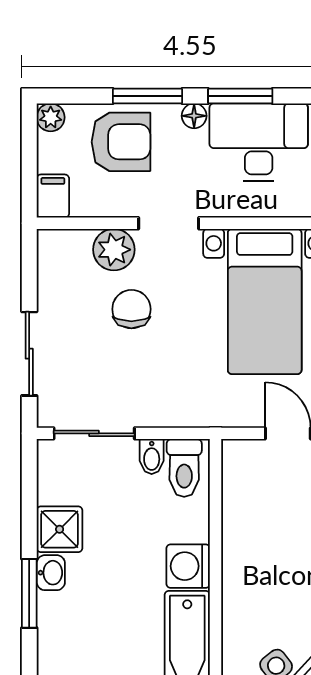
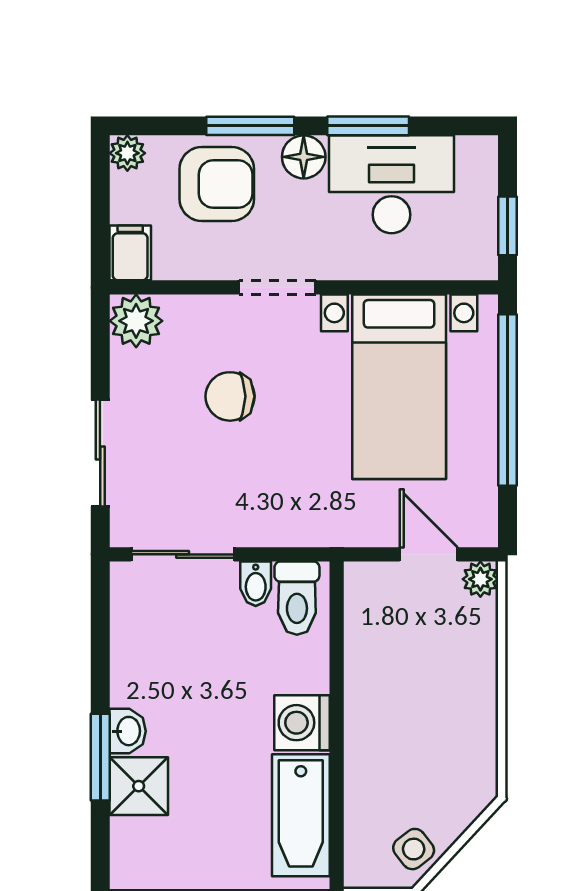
floor lamp: (194, 116) -> (304, 157), width x1.37, depth x1.37
plant: (114, 250) -> (136, 321), moved
chair: (131, 309) -> (230, 396), turned -90
shower: (60, 529) -> (139, 786), moved

